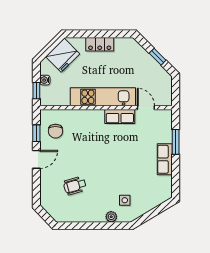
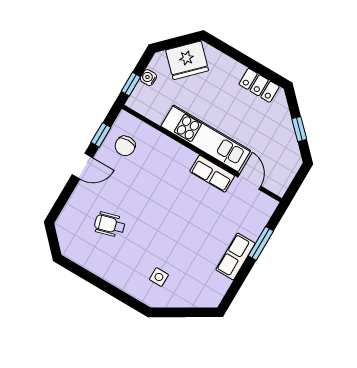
locker: (100, 44) -> (259, 85), moved
plant: (111, 217) -> (131, 287), removed

